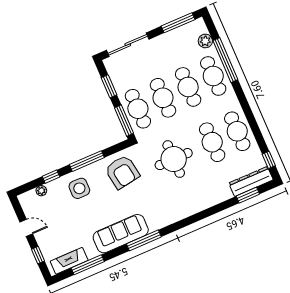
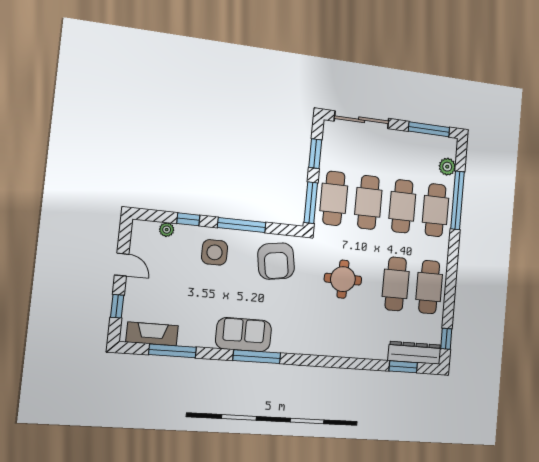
round table: (174, 159) -> (343, 279), width x0.73, depth x0.73
sofa: (121, 234) -> (244, 335), width x0.73

